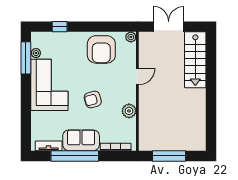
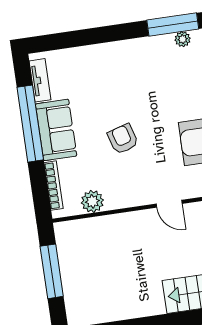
corner sofa: (49, 85) -> (136, 68), removed
plant: (129, 111) -> (92, 201), moved

